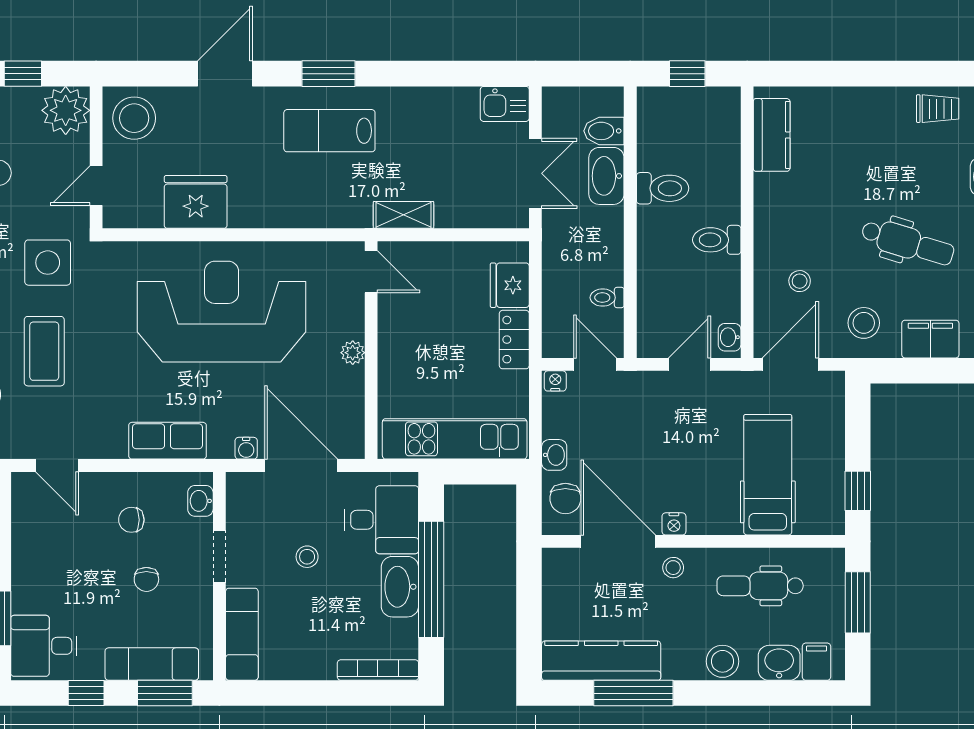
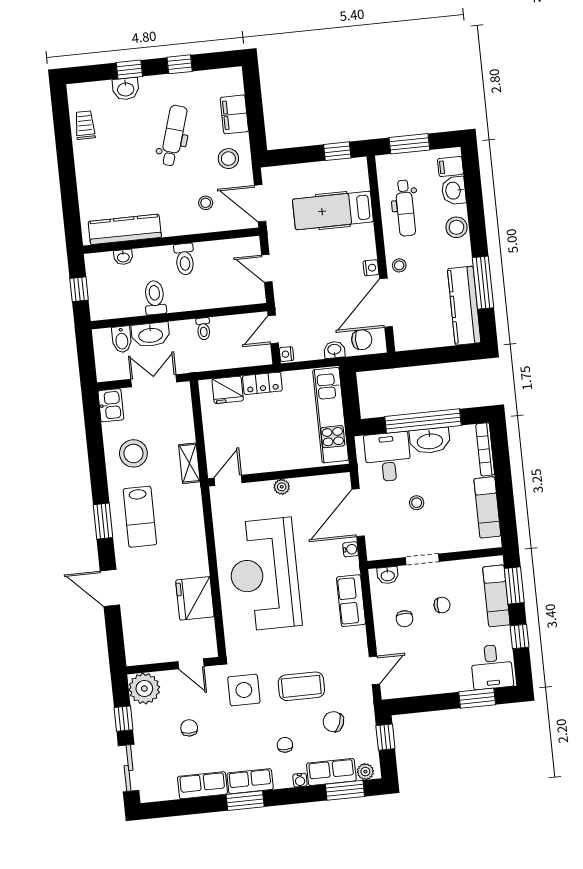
stool: (134, 118) -> (133, 453), moved
kitchen counter: (772, 135) -> (125, 229), width x1.50
toilet: (607, 298) -> (203, 329), moved
washbasin: (730, 337) -> (123, 257), moved
exam couch: (242, 634) -> (487, 507), moved, turned -90

